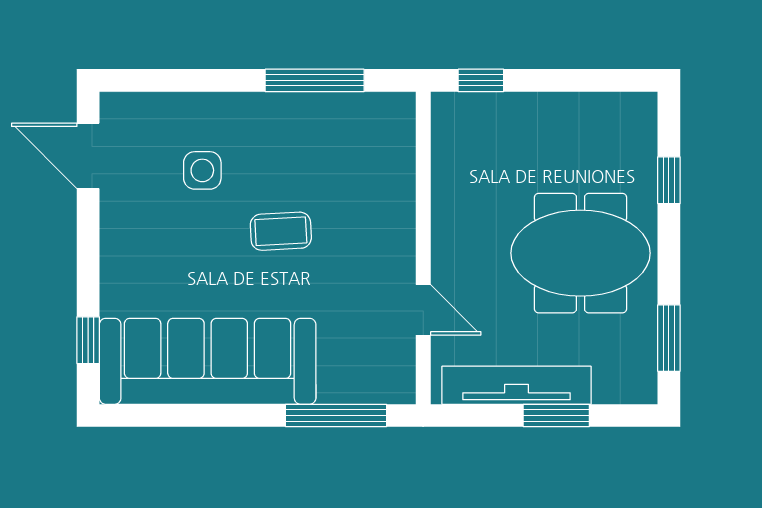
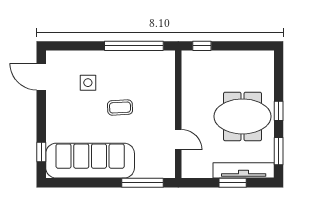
window: (315, 80) -> (134, 46), width x1.46
window: (669, 180) -> (279, 111), moved
tv unit: (517, 385) -> (244, 170), moved

